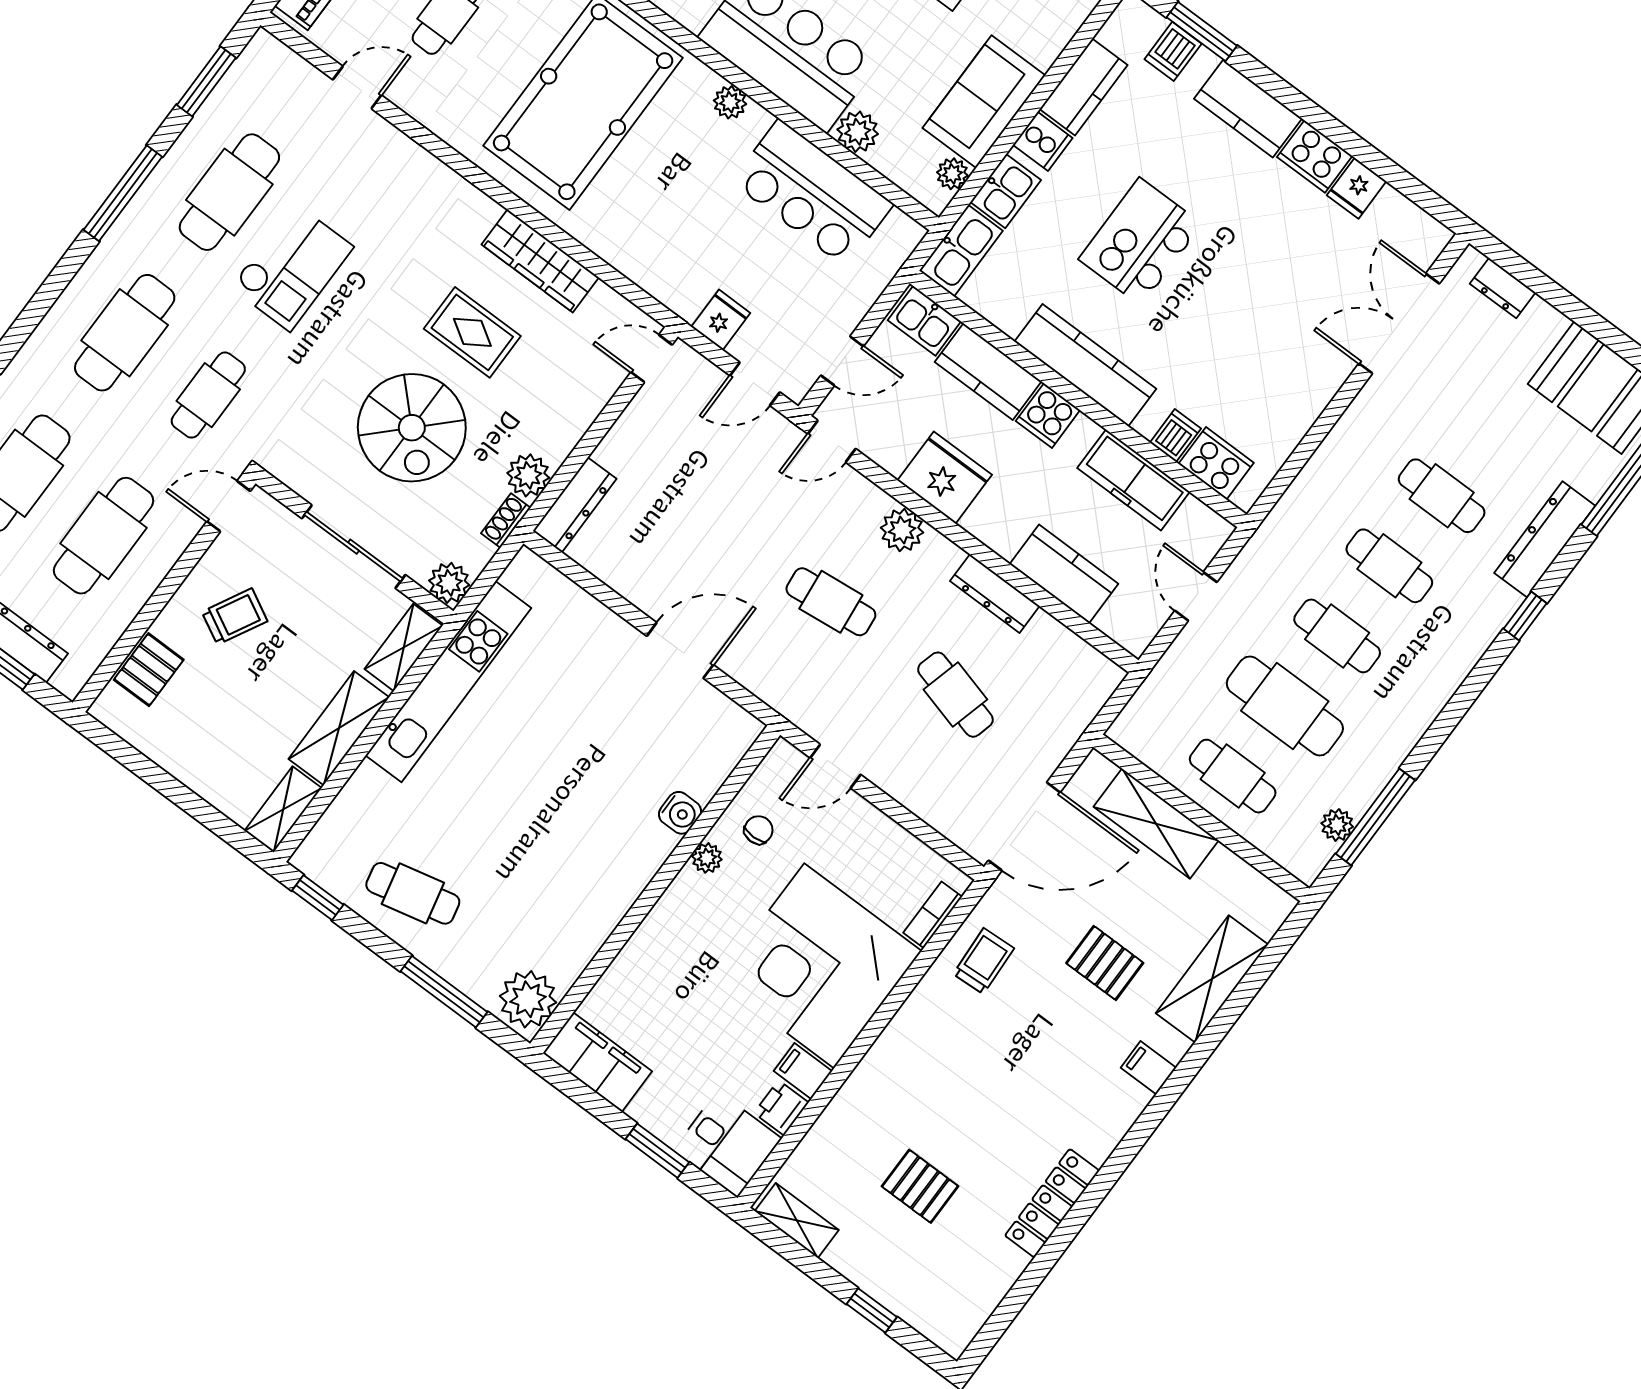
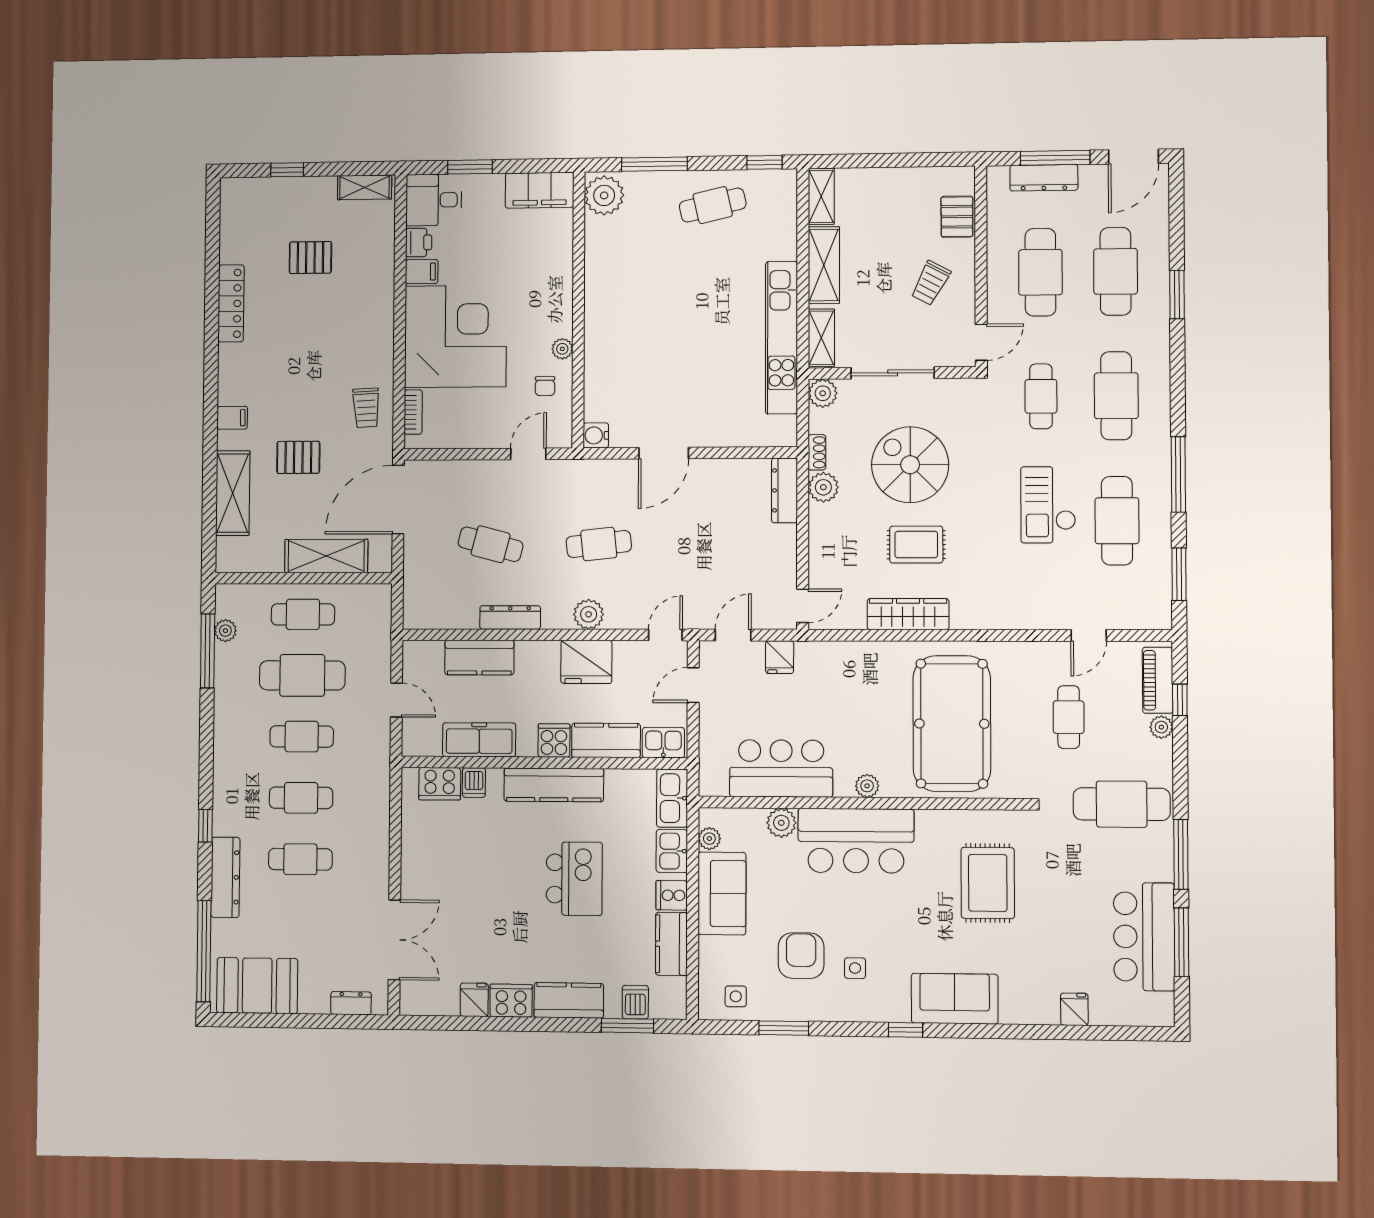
water cooler: (680, 813) -> (596, 435), moved

